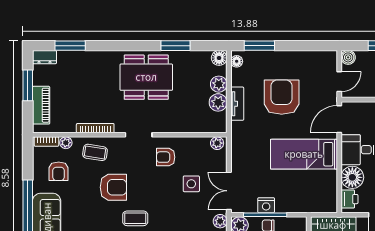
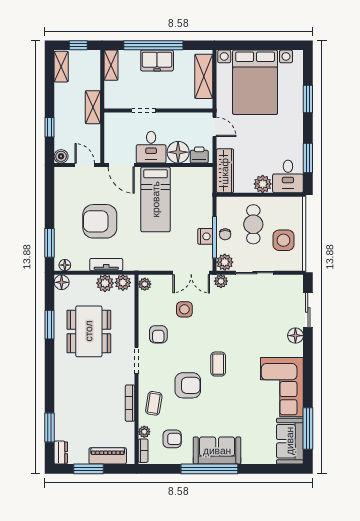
dining table: (146, 77) -> (89, 331), moved
plant: (219, 84) -> (123, 283), moved
armchair: (113, 187) -> (188, 385), turned 90

